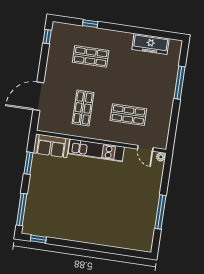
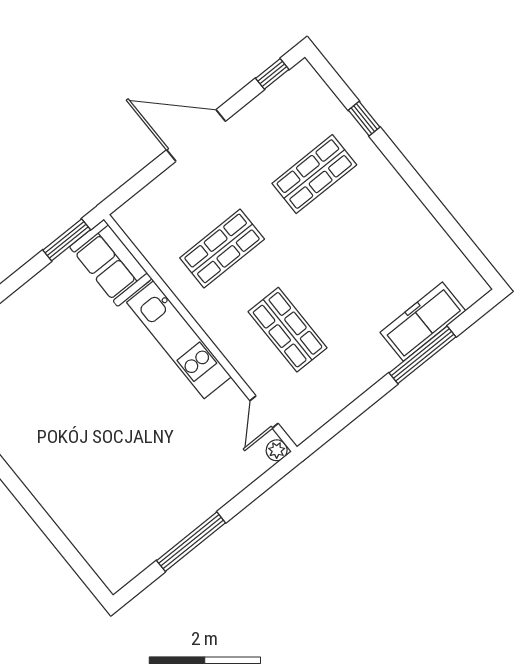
freezer: (151, 44) -> (423, 322), moved, turned 90
shop shelf: (91, 56) -> (314, 174), turned 90
door: (38, 96) -> (196, 135), moved
window: (28, 163) -> (67, 240), moved

